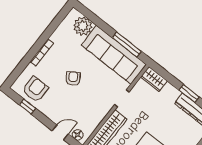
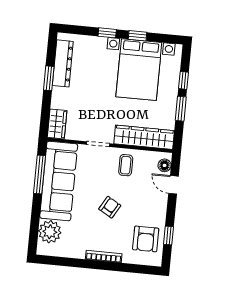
armchair: (73, 79) -> (110, 207), turned 153
armchair: (35, 89) -> (146, 239), turned -90
coffee table: (95, 108) -> (126, 165), added

